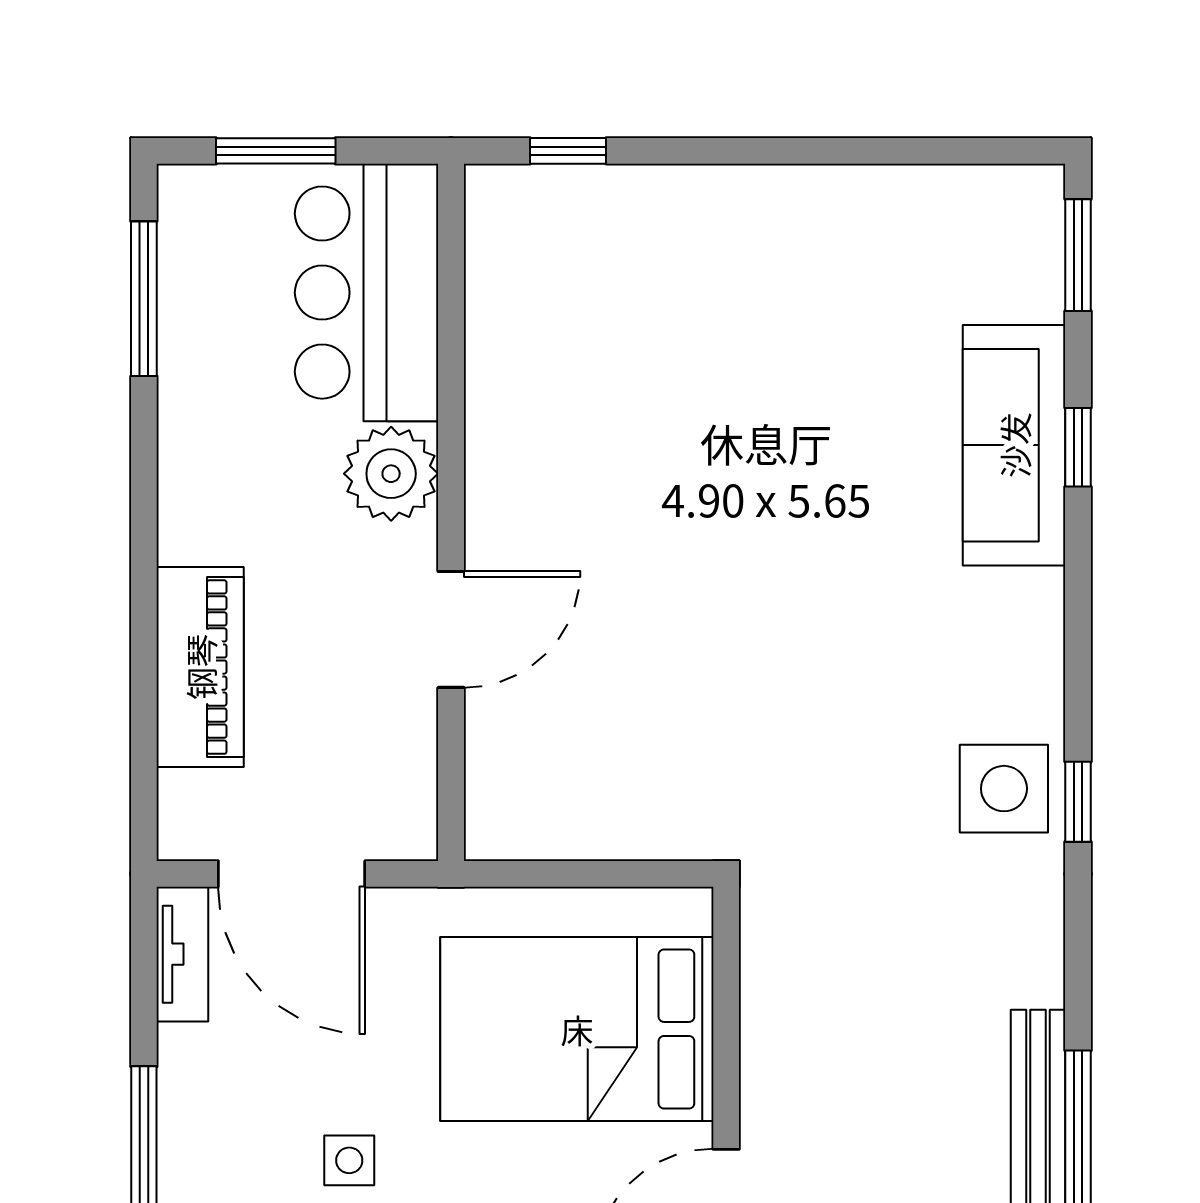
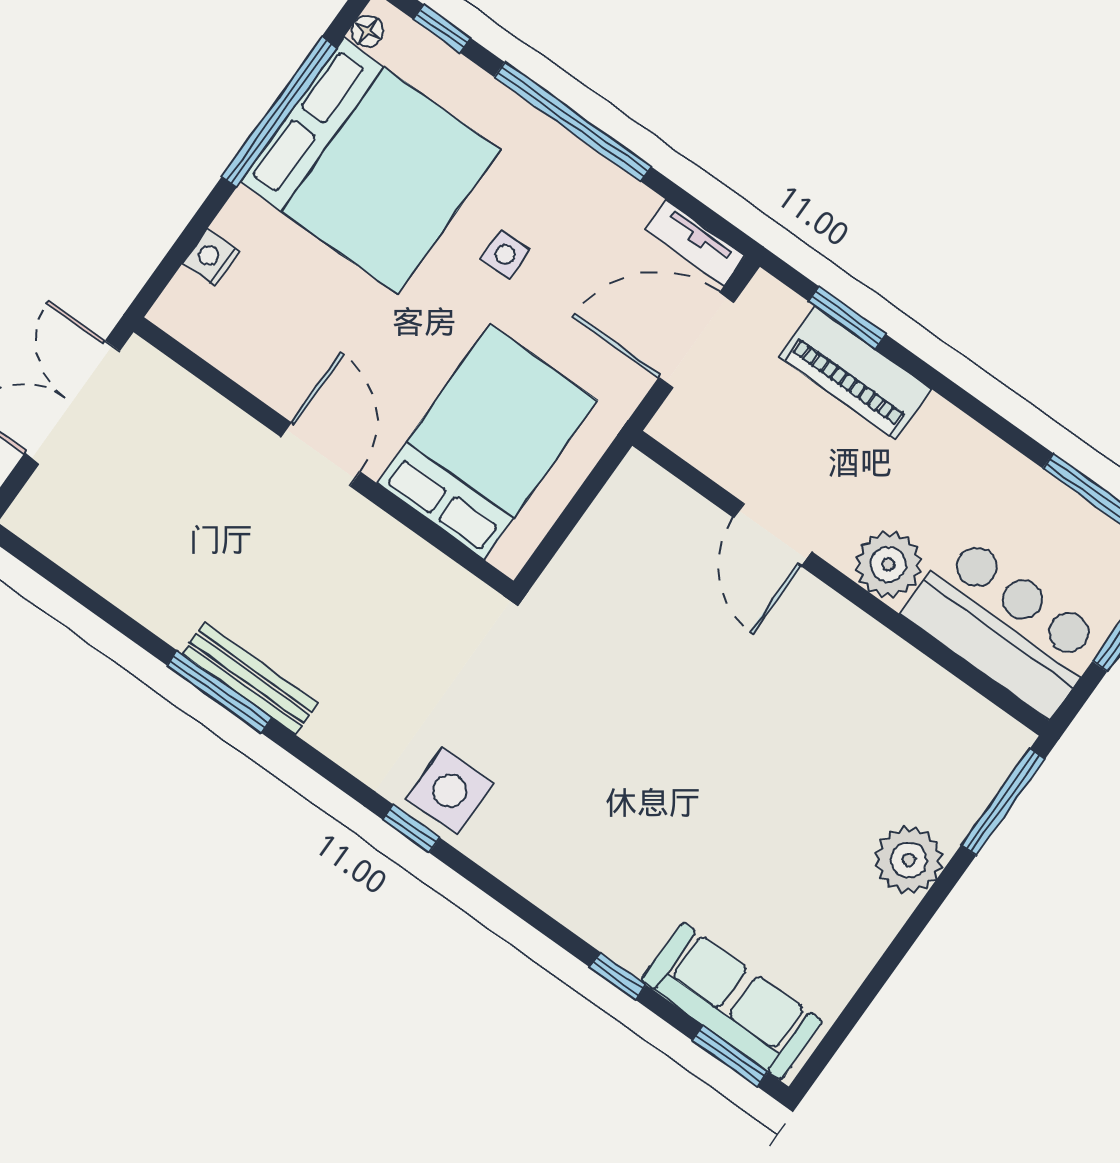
window: (568, 151) -> (1003, 802), width x2.17
plant: (710, 211) -> (909, 860), added
sofa: (1014, 445) -> (732, 1001), moved
window: (144, 720) -> (847, 318), added

